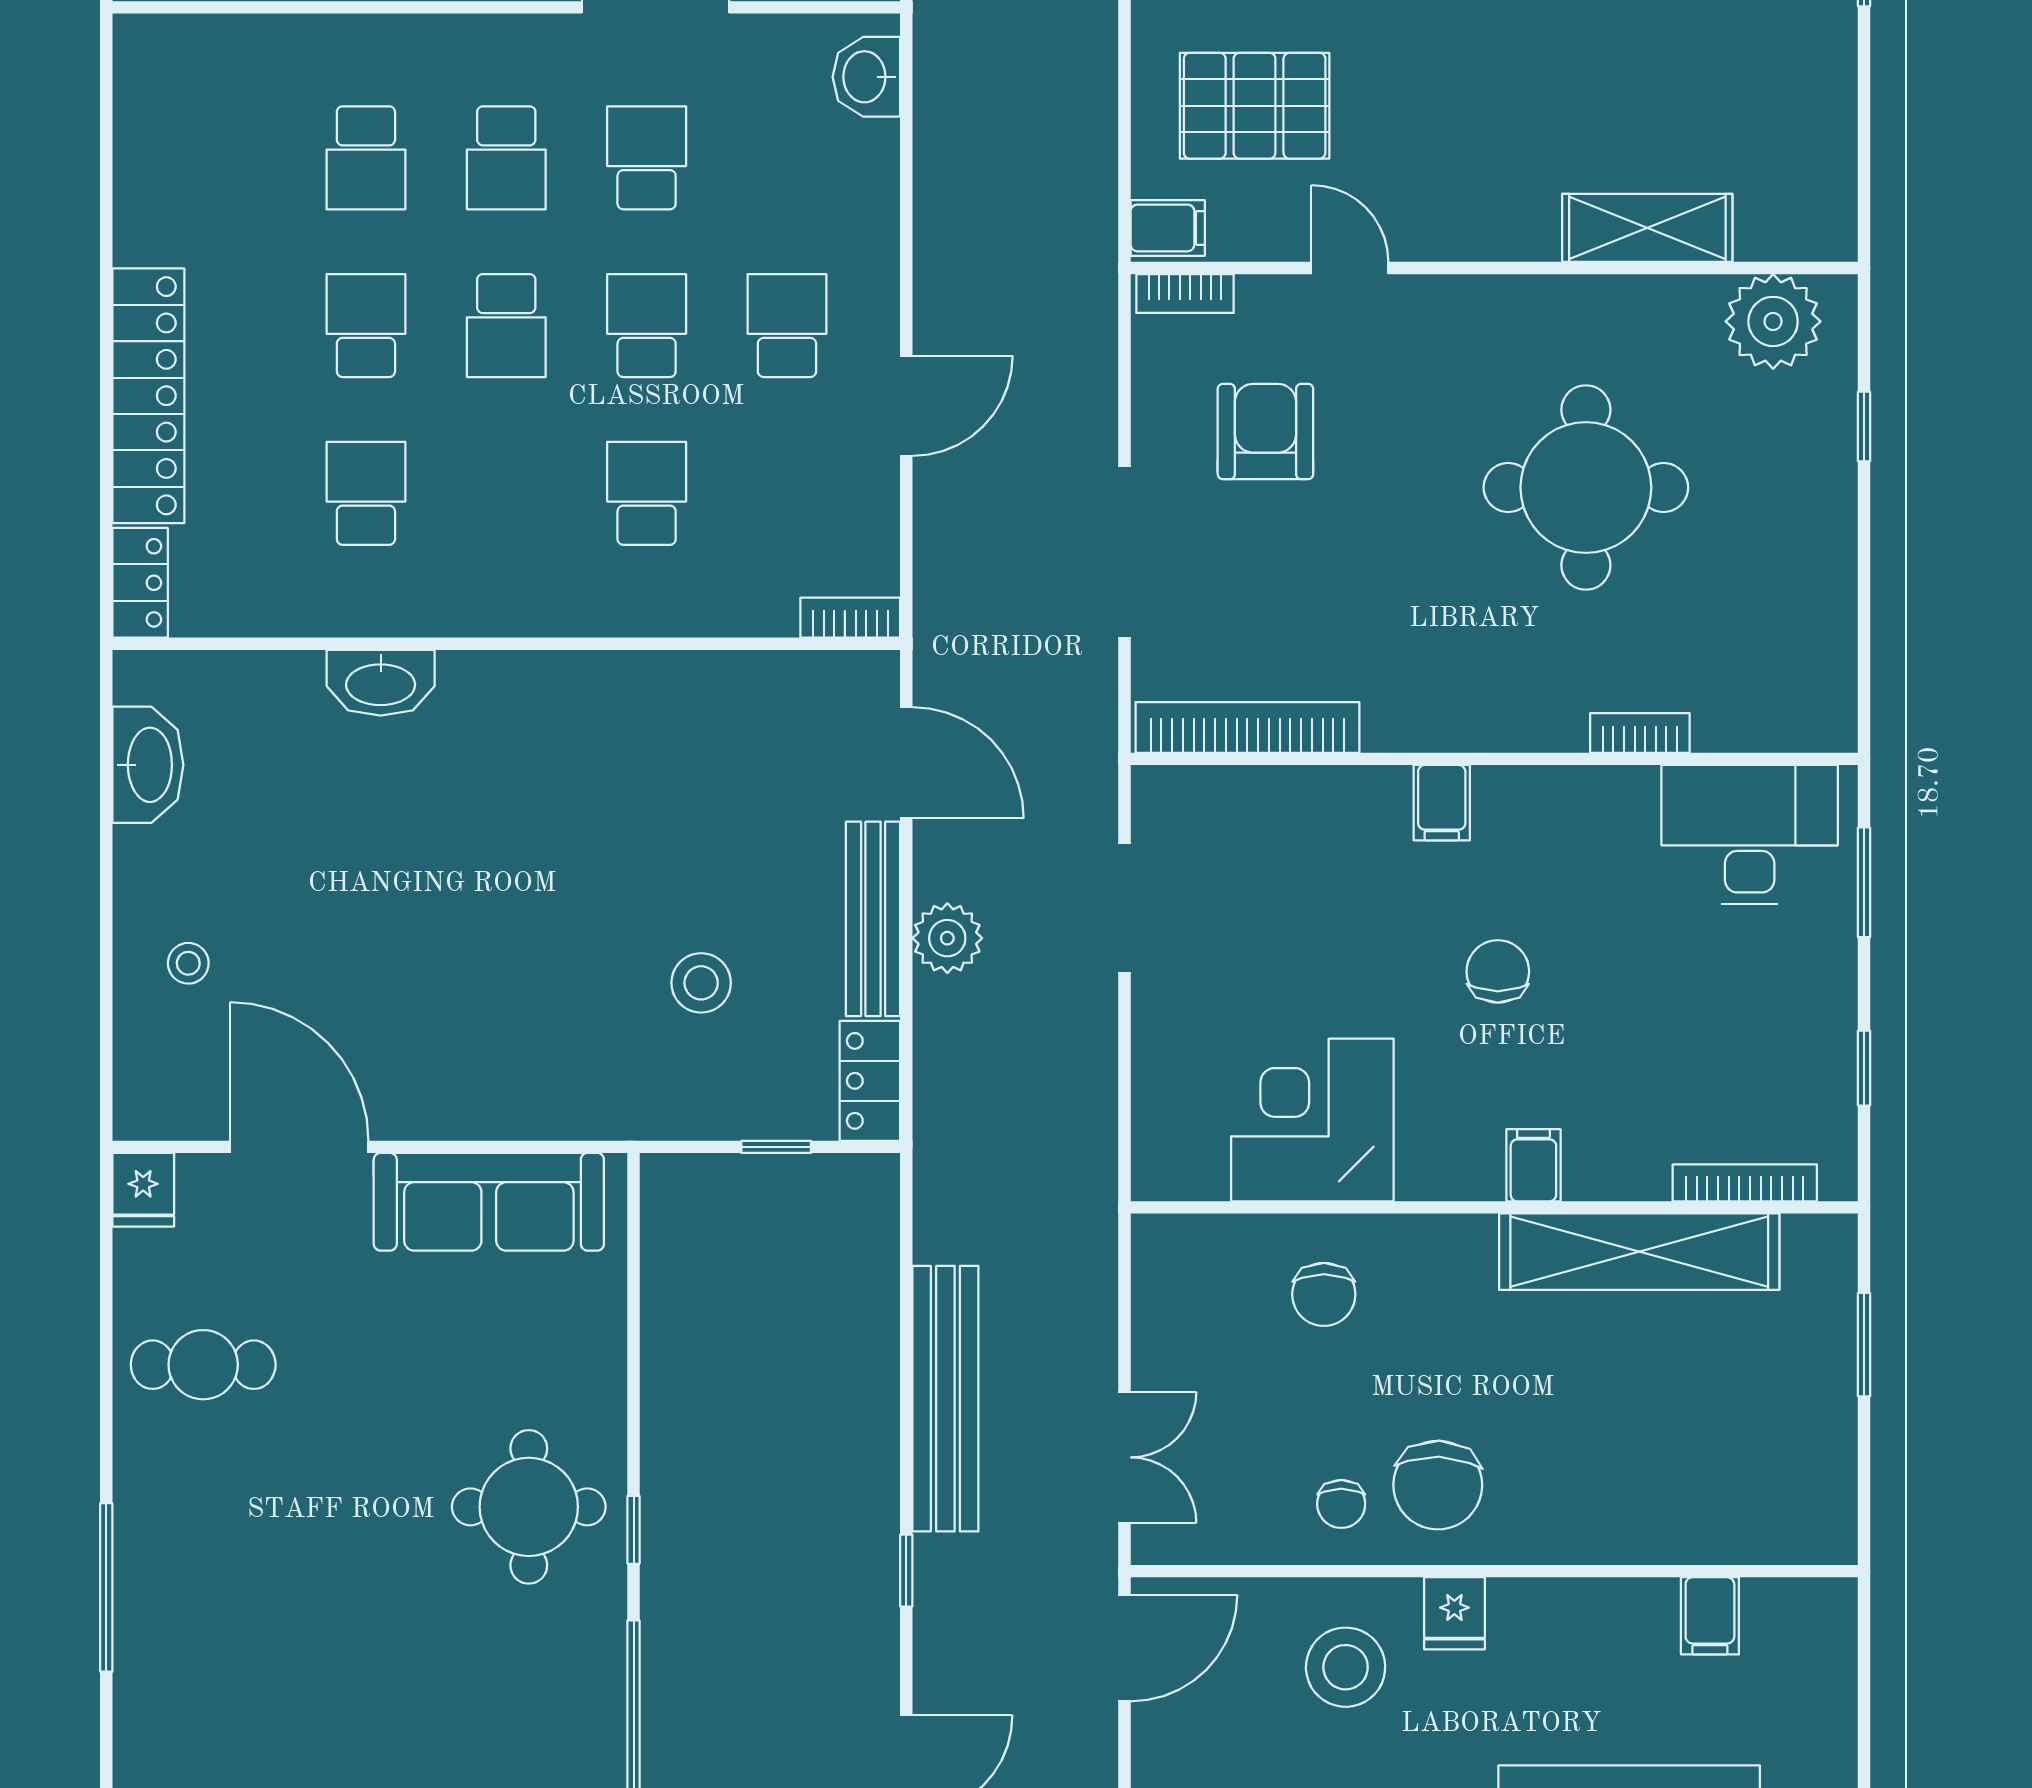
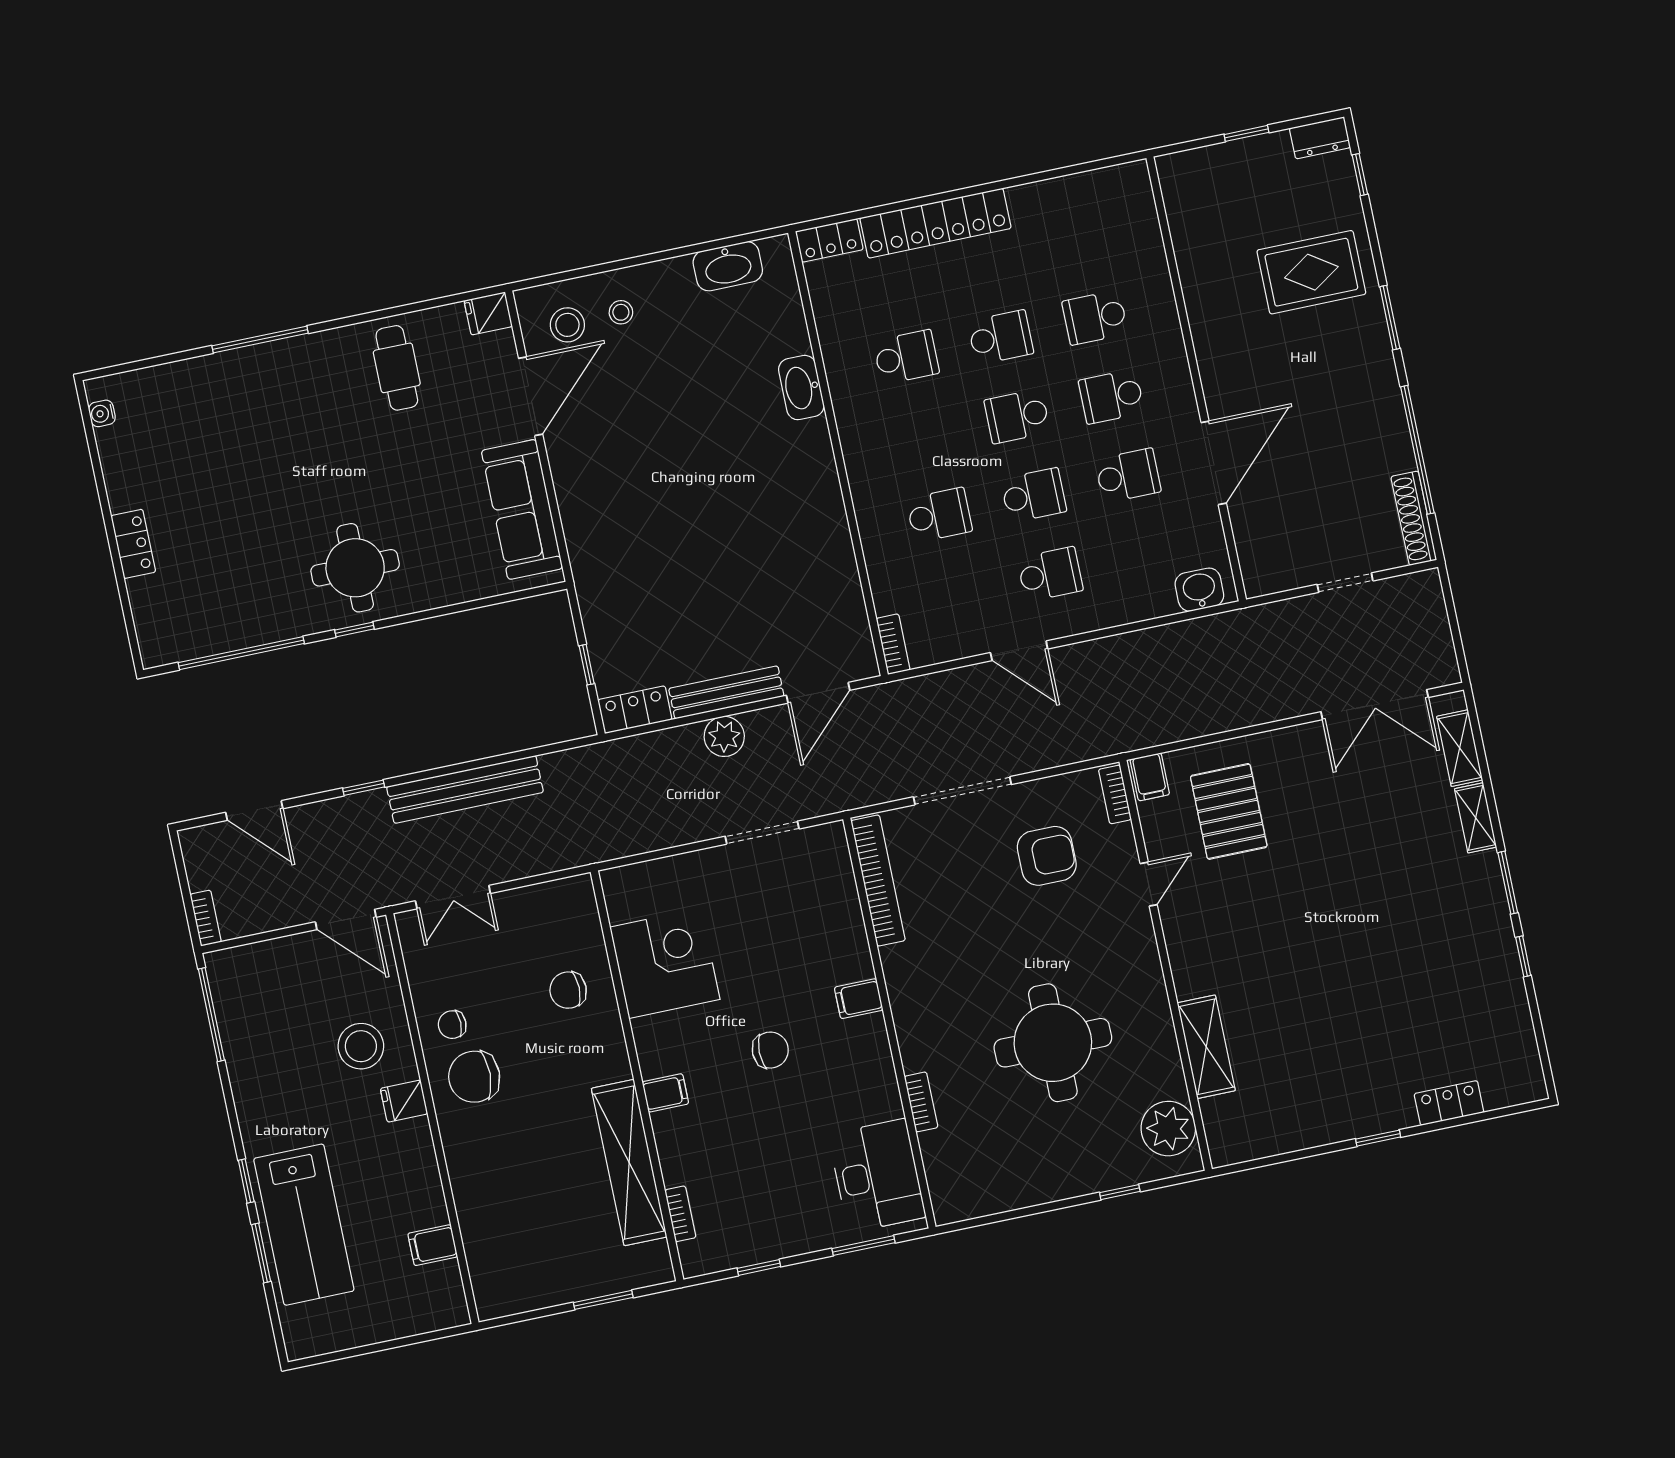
stool: (701, 983) -> (567, 325), moved
bookcase: (1745, 1183) -> (680, 1214), width x0.64

